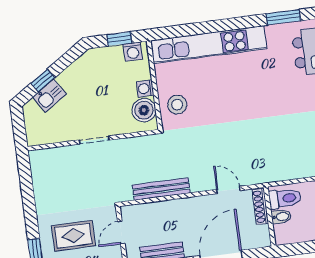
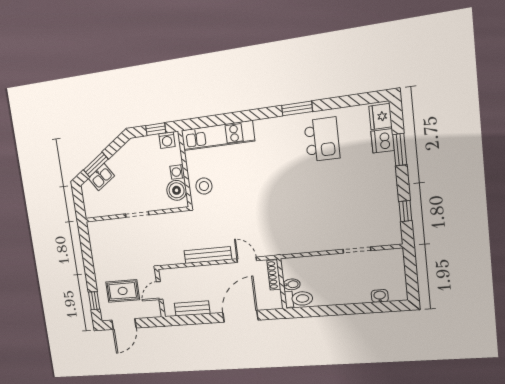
kitchen unit: (209, 45) -> (218, 136), width x0.73
window: (43, 81) -> (96, 165), width x1.50
bench: (161, 189) -> (208, 255), moved
toilet: (285, 198) -> (299, 299), moved

